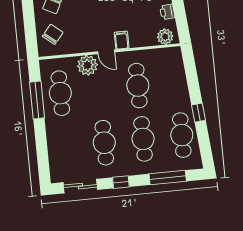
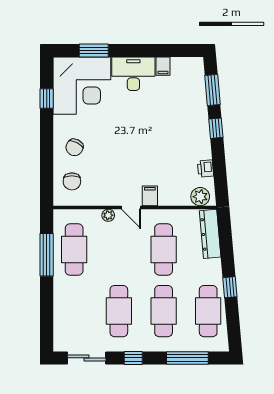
chair: (53, 34) -> (72, 181), turned 141
plant: (87, 65) -> (108, 215), width x0.53, depth x0.53
dresser: (177, 68) -> (210, 234), added

